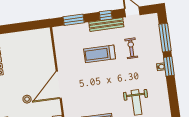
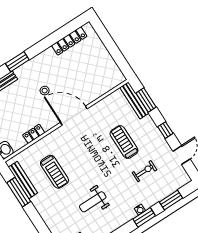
bench: (106, 24) -> (134, 100), moved
window: (165, 38) -> (171, 200), width x0.69

